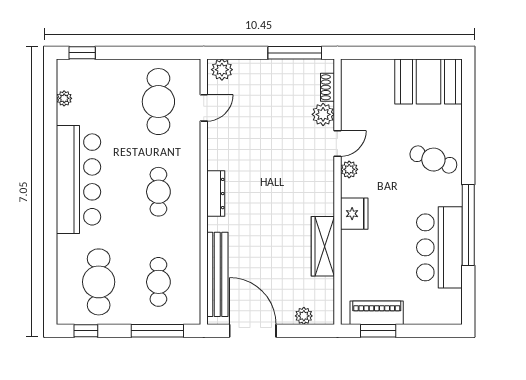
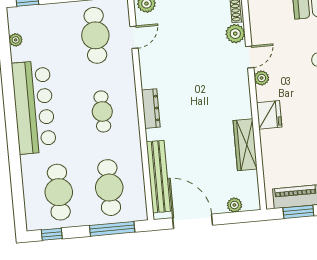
cafe table: (158, 282) -> (109, 188), width x1.37, depth x1.35

